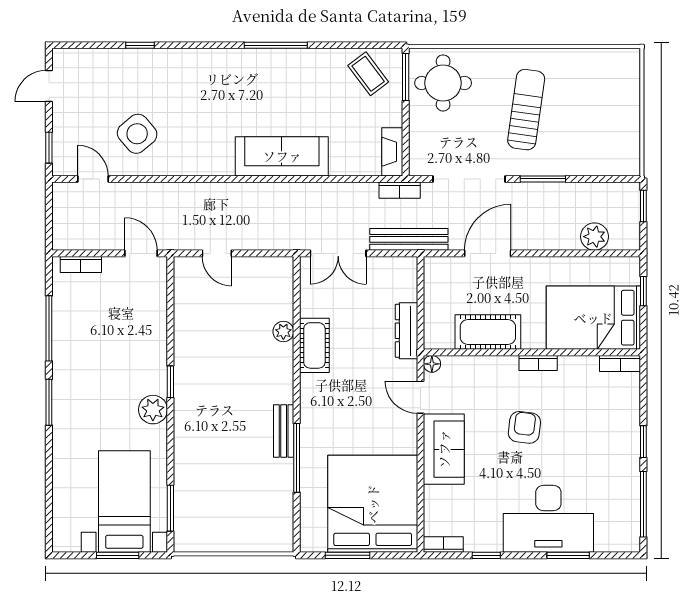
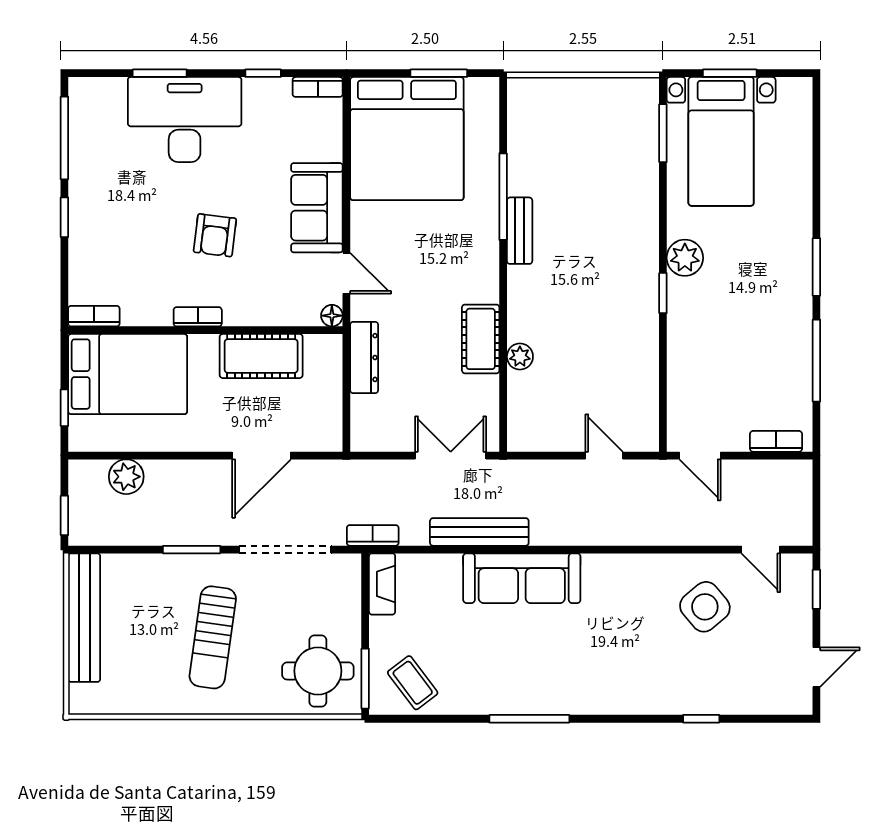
bench: (628, 125) -> (84, 618), added
bench: (409, 239) -> (479, 532), moved

